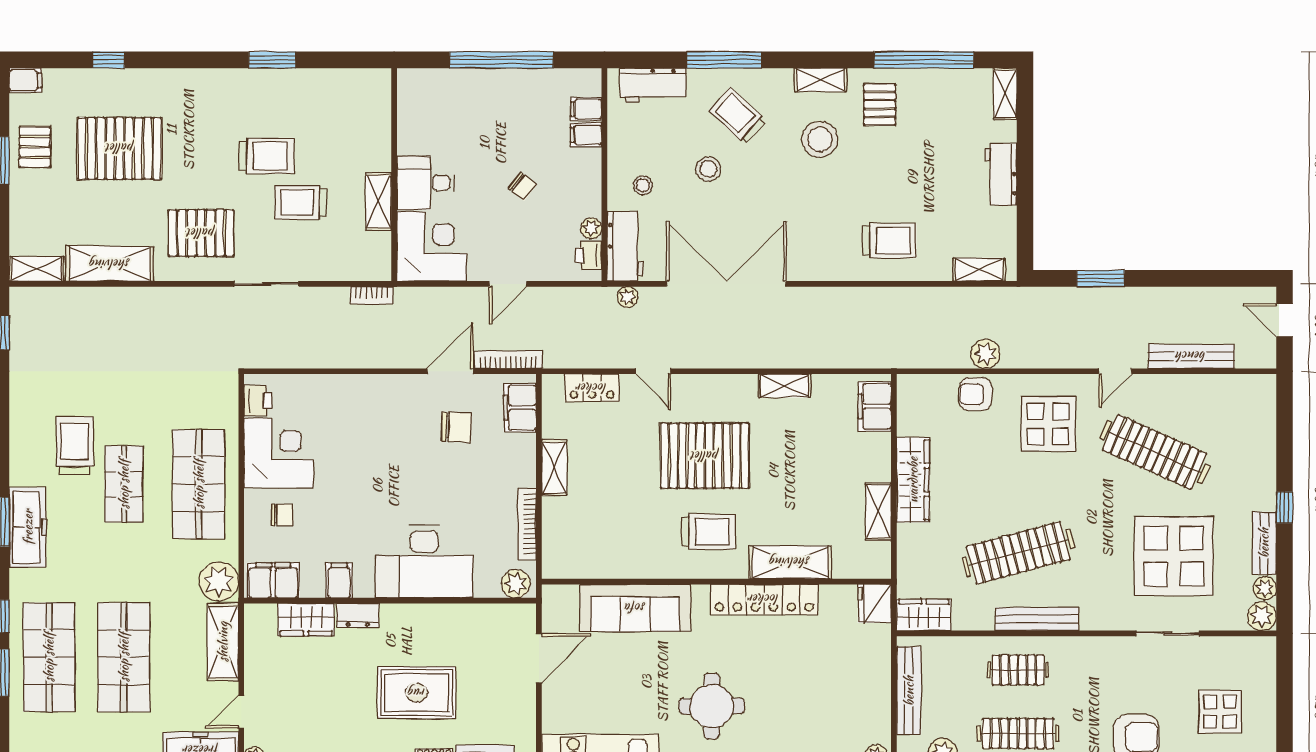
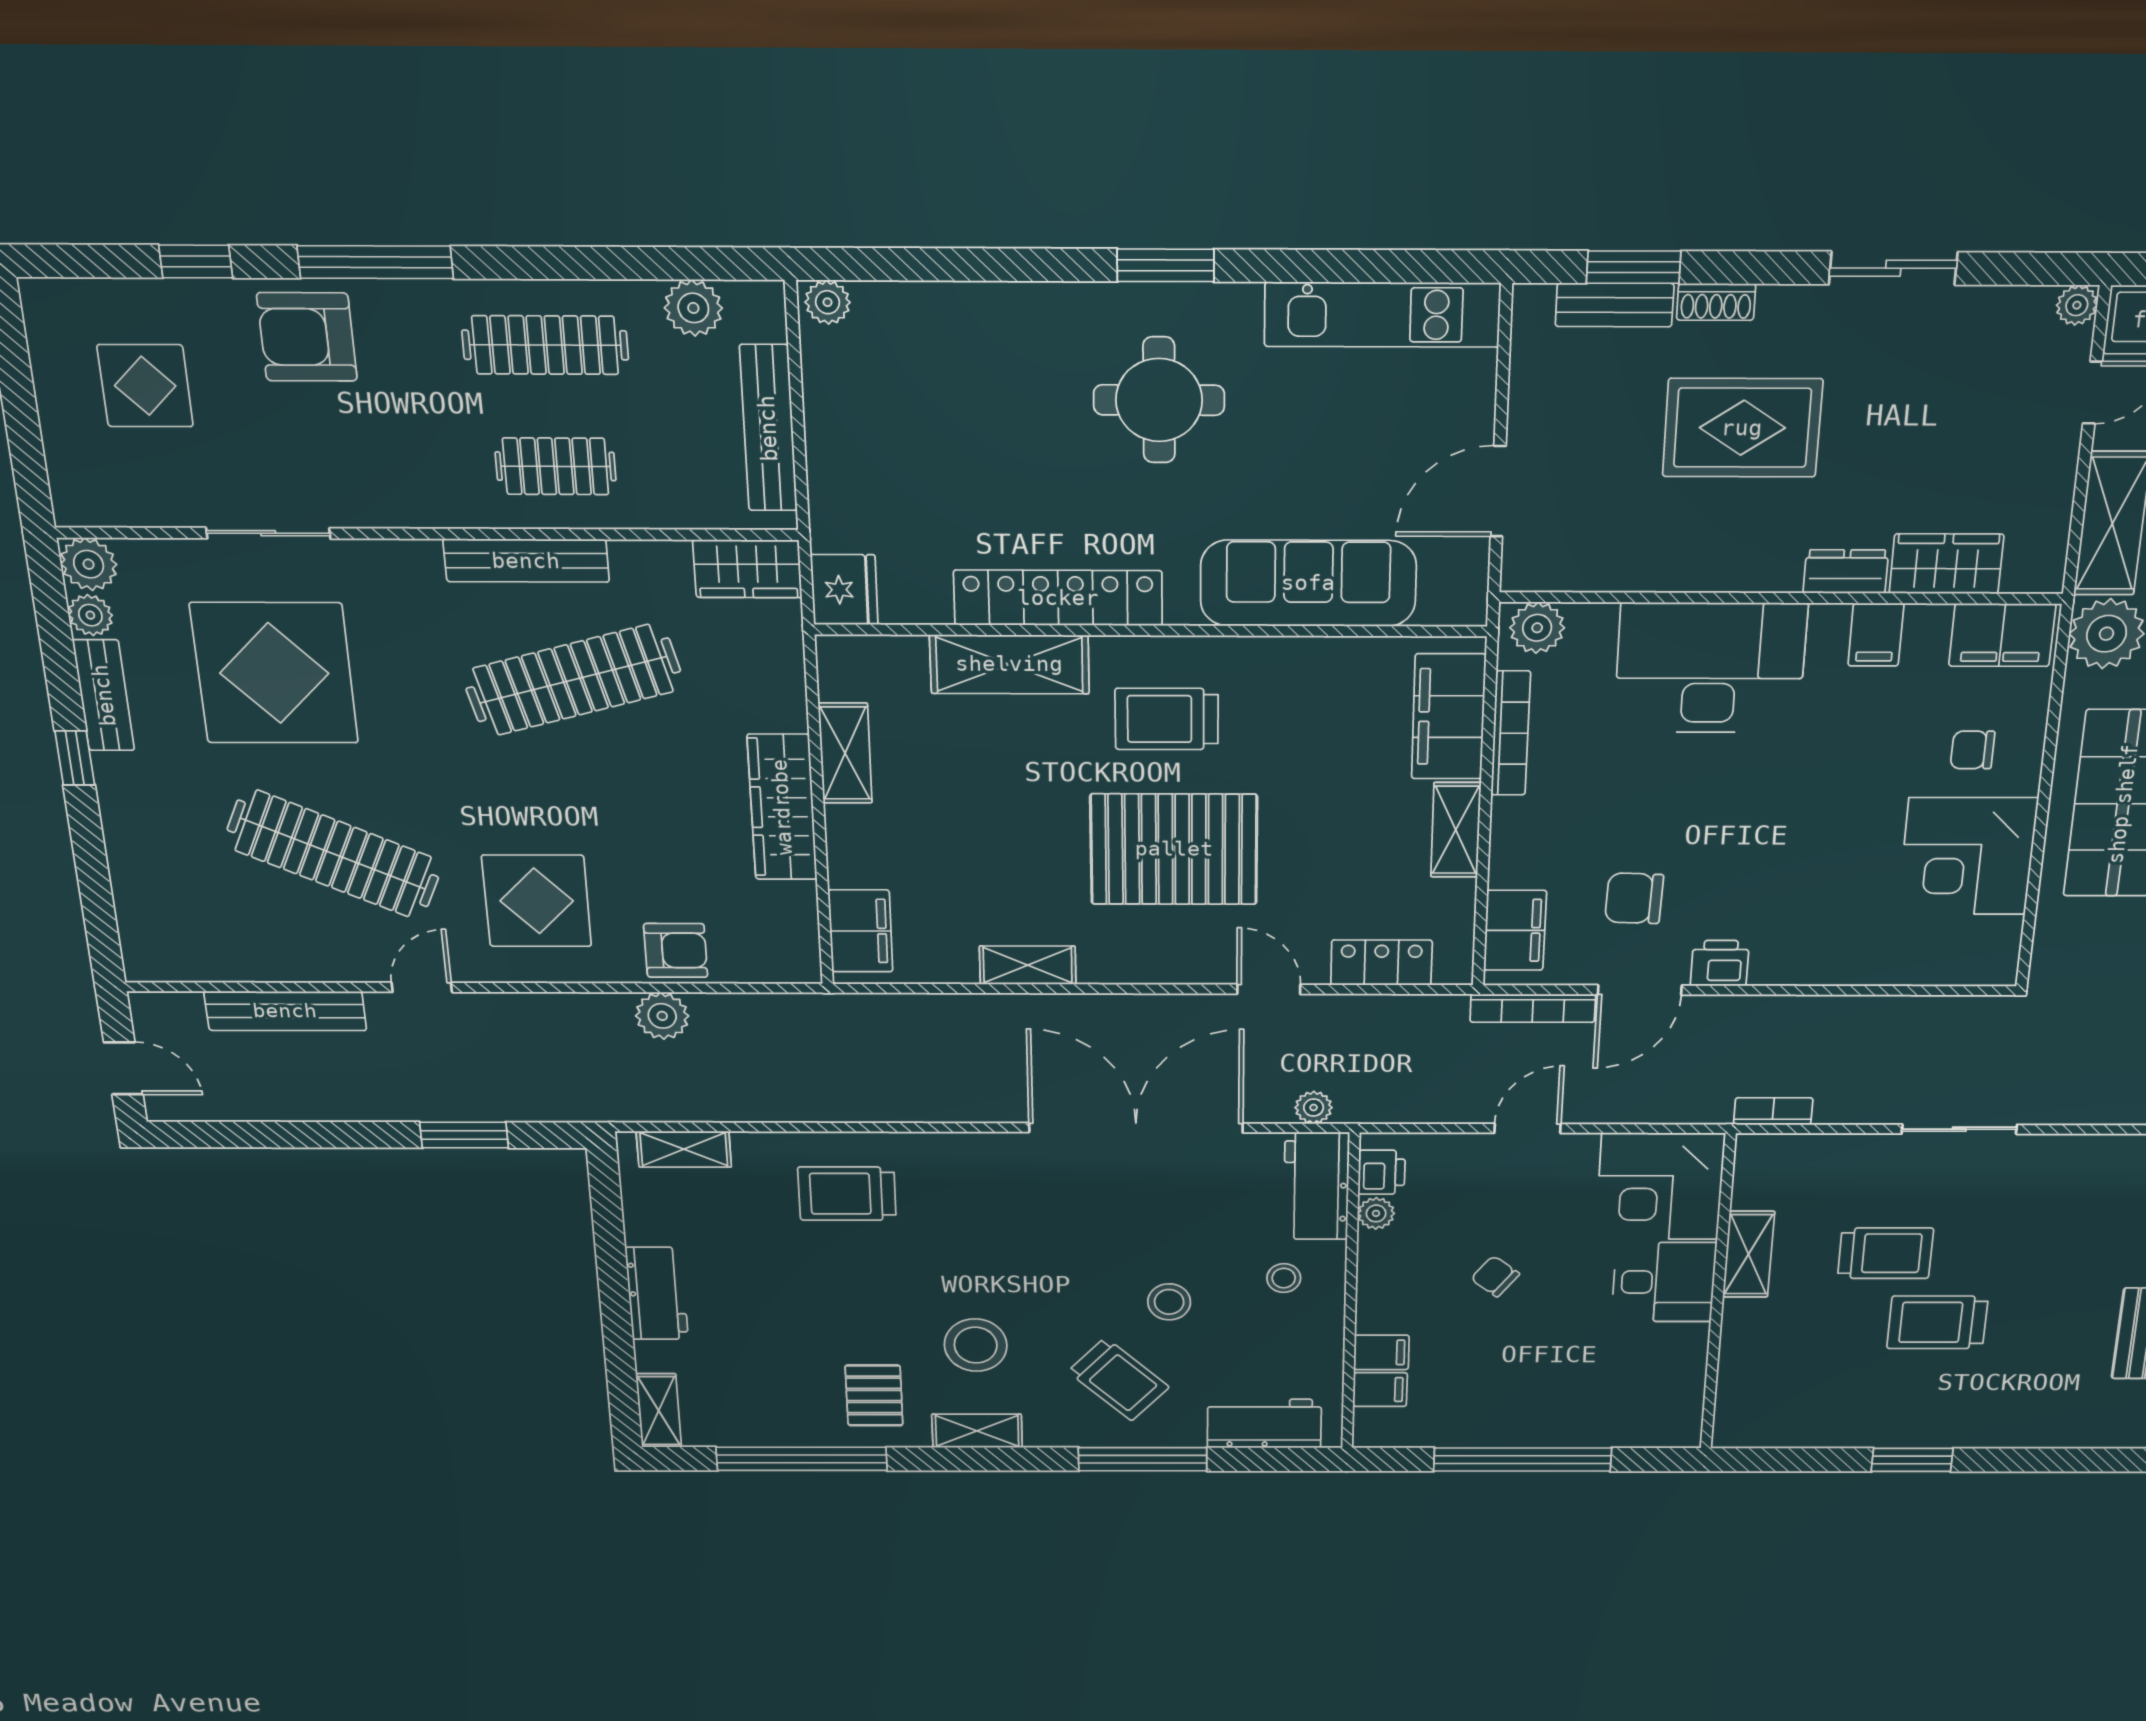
pallet: (201, 233) -> (2066, 1207), removed
double door: (726, 284) -> (1136, 1128), swing flipped
printer: (258, 401) -> (1720, 963), moved, turned 90
filing cabinet: (560, 533) -> (1449, 717), added

